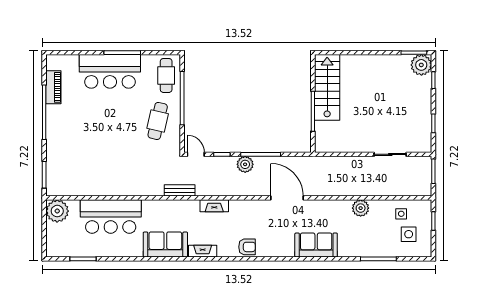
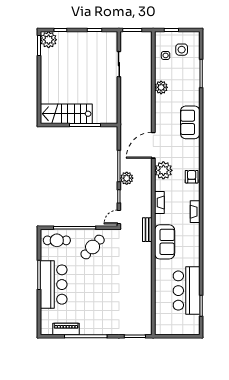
cafe table: (158, 121) -> (93, 247), turned -60
plant: (57, 211) -> (163, 170), moved
bar counter: (111, 217) -> (187, 291), moved, turned 180
sofa: (165, 244) -> (165, 242), moved, turned 180

